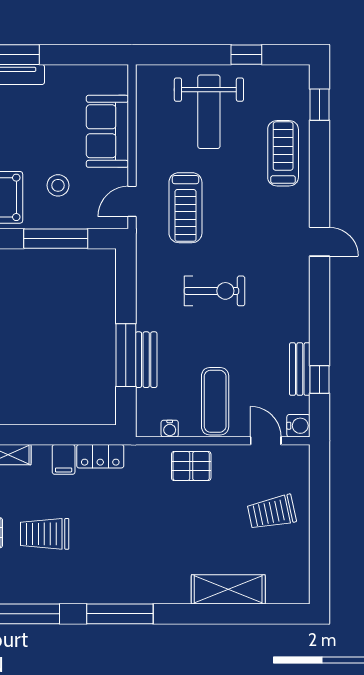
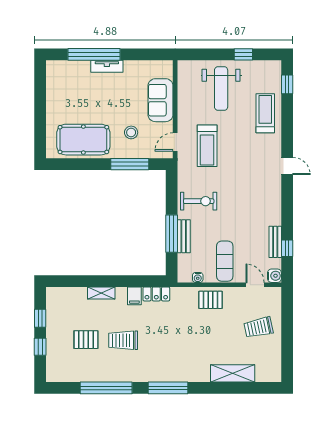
exercise bike: (215, 291) -> (199, 201), moved

